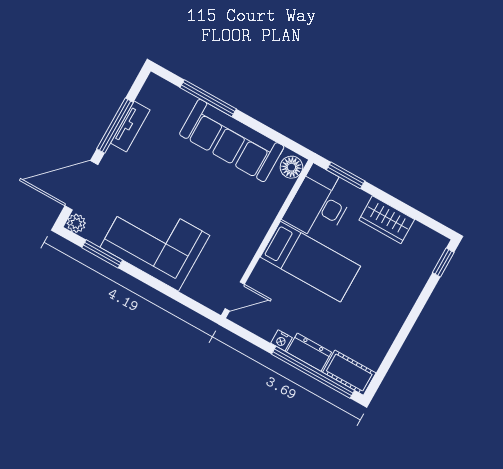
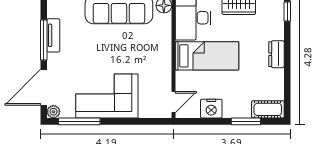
window: (102, 254) -> (79, 121), width x1.44
nightstand: (281, 340) -> (211, 109), width x1.89, depth x1.79
dresser: (309, 352) -> (276, 54), moved, turned -90
window: (313, 372) -> (246, 121), width x0.47

